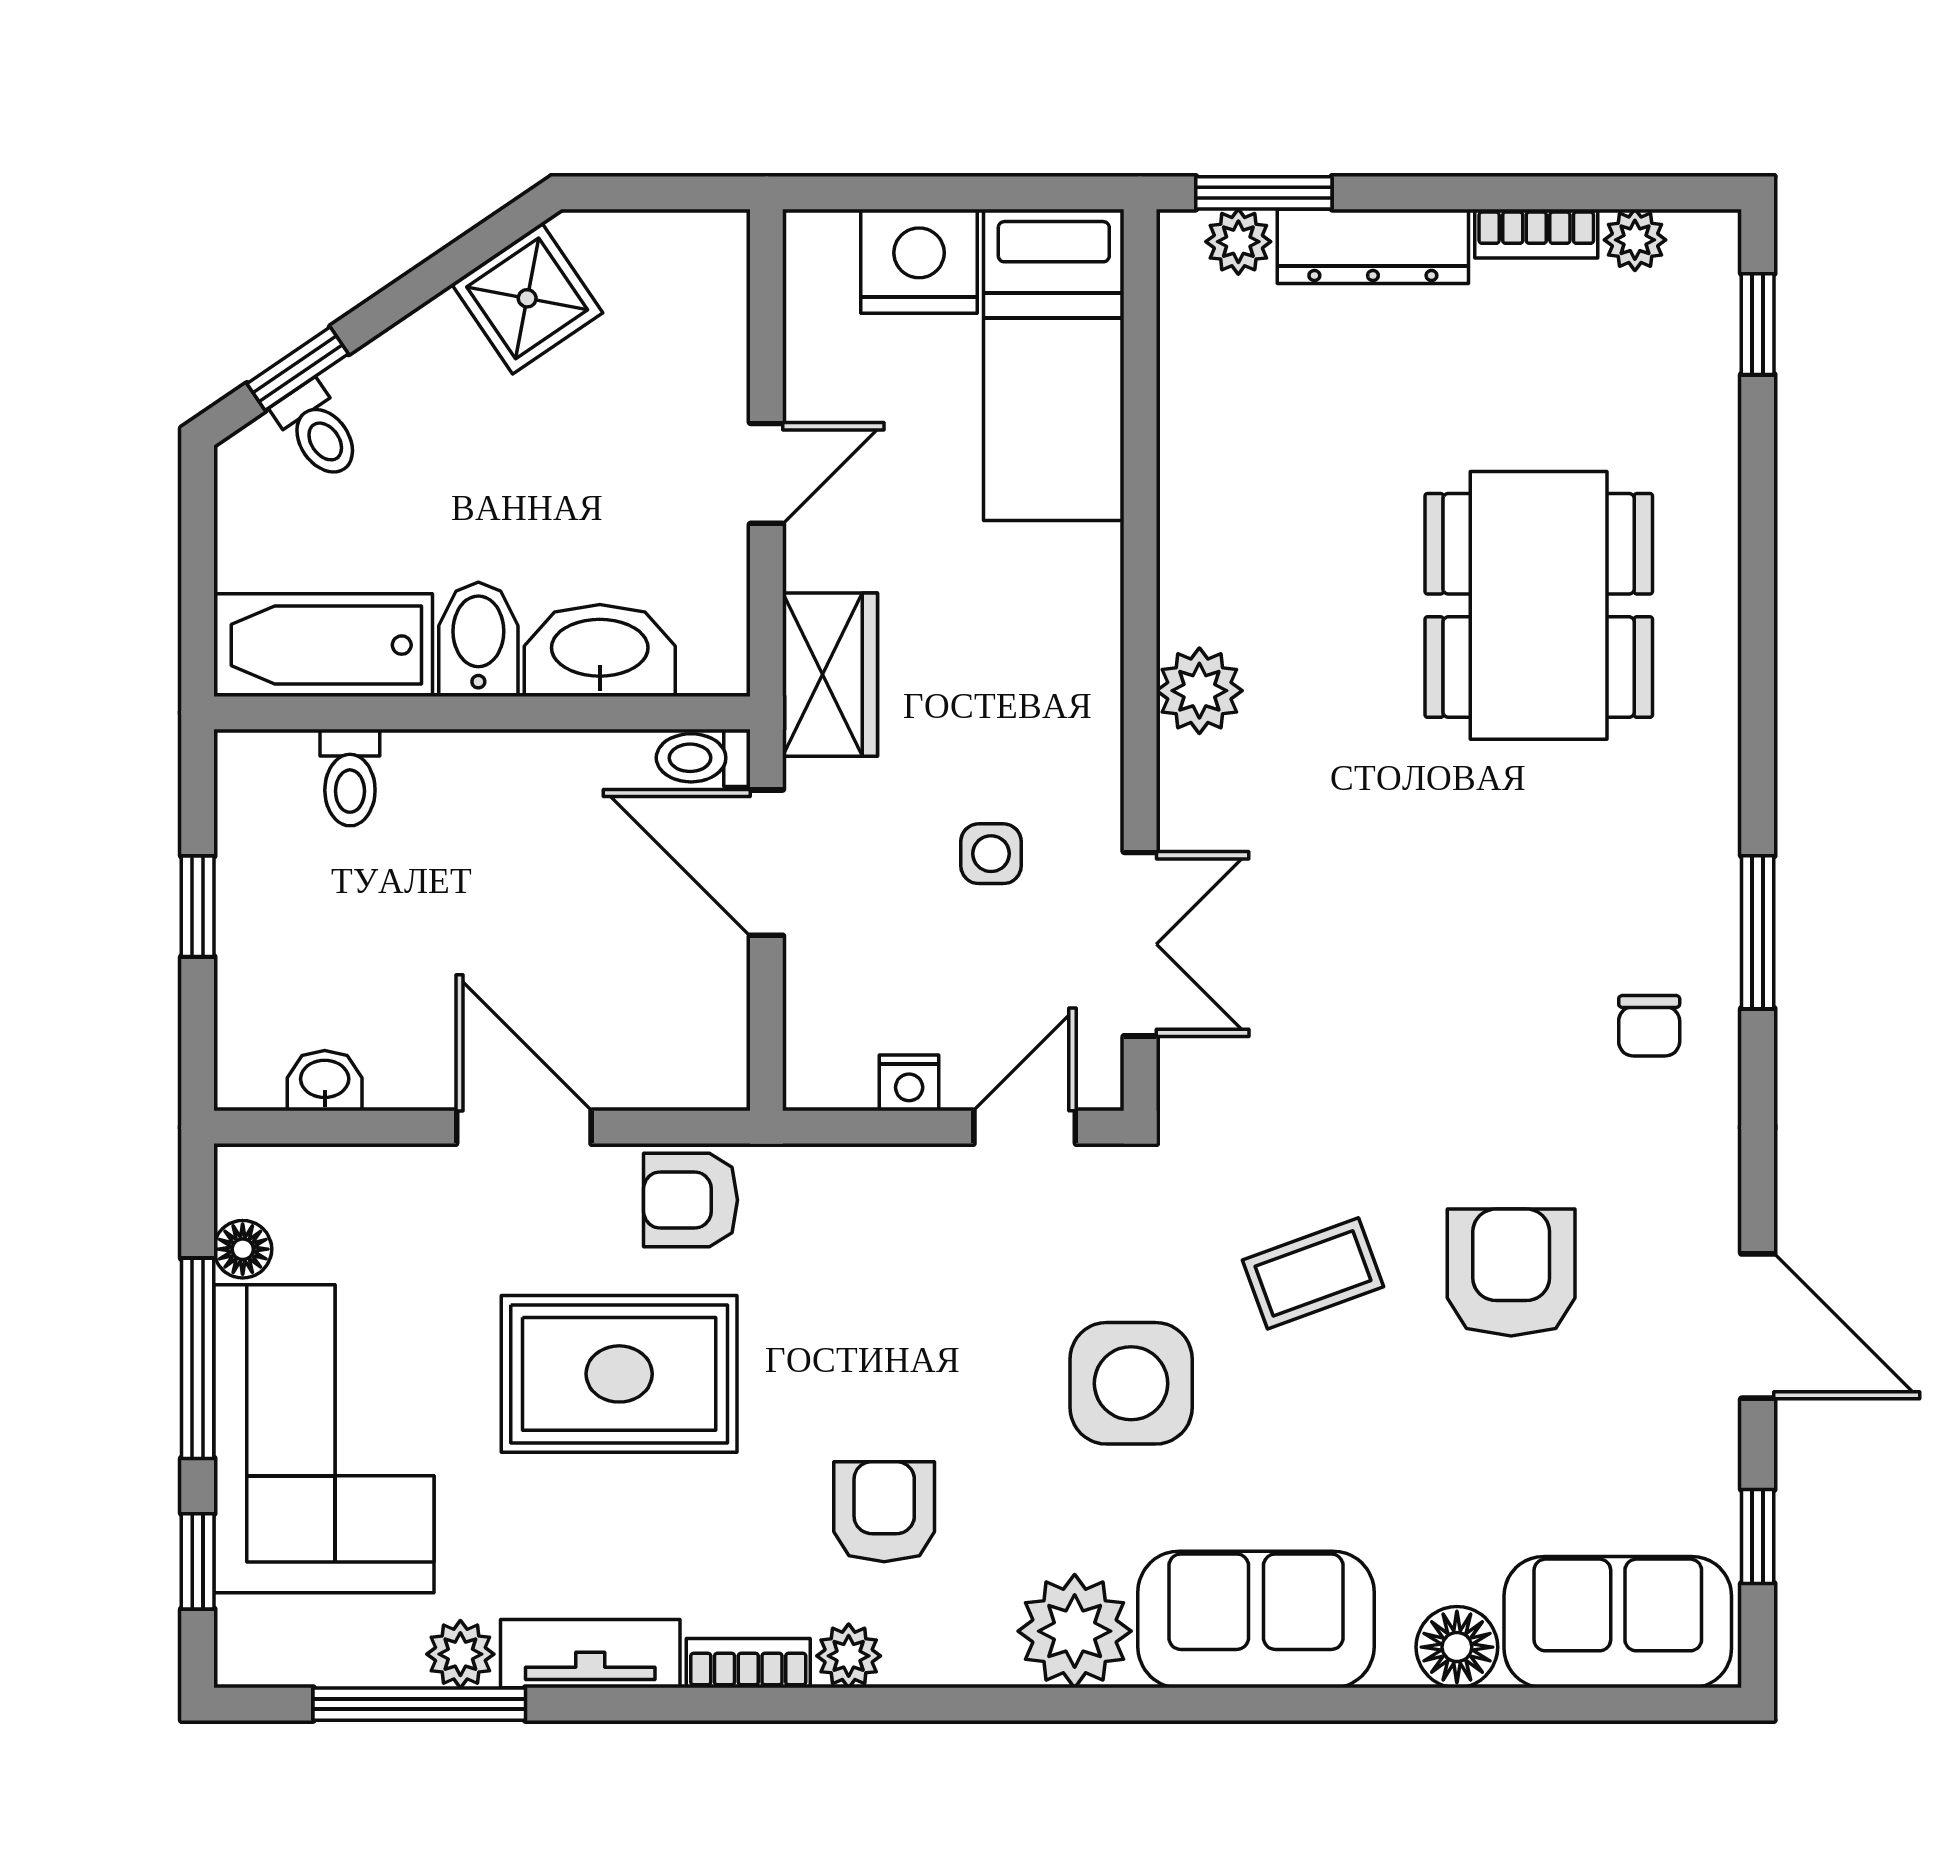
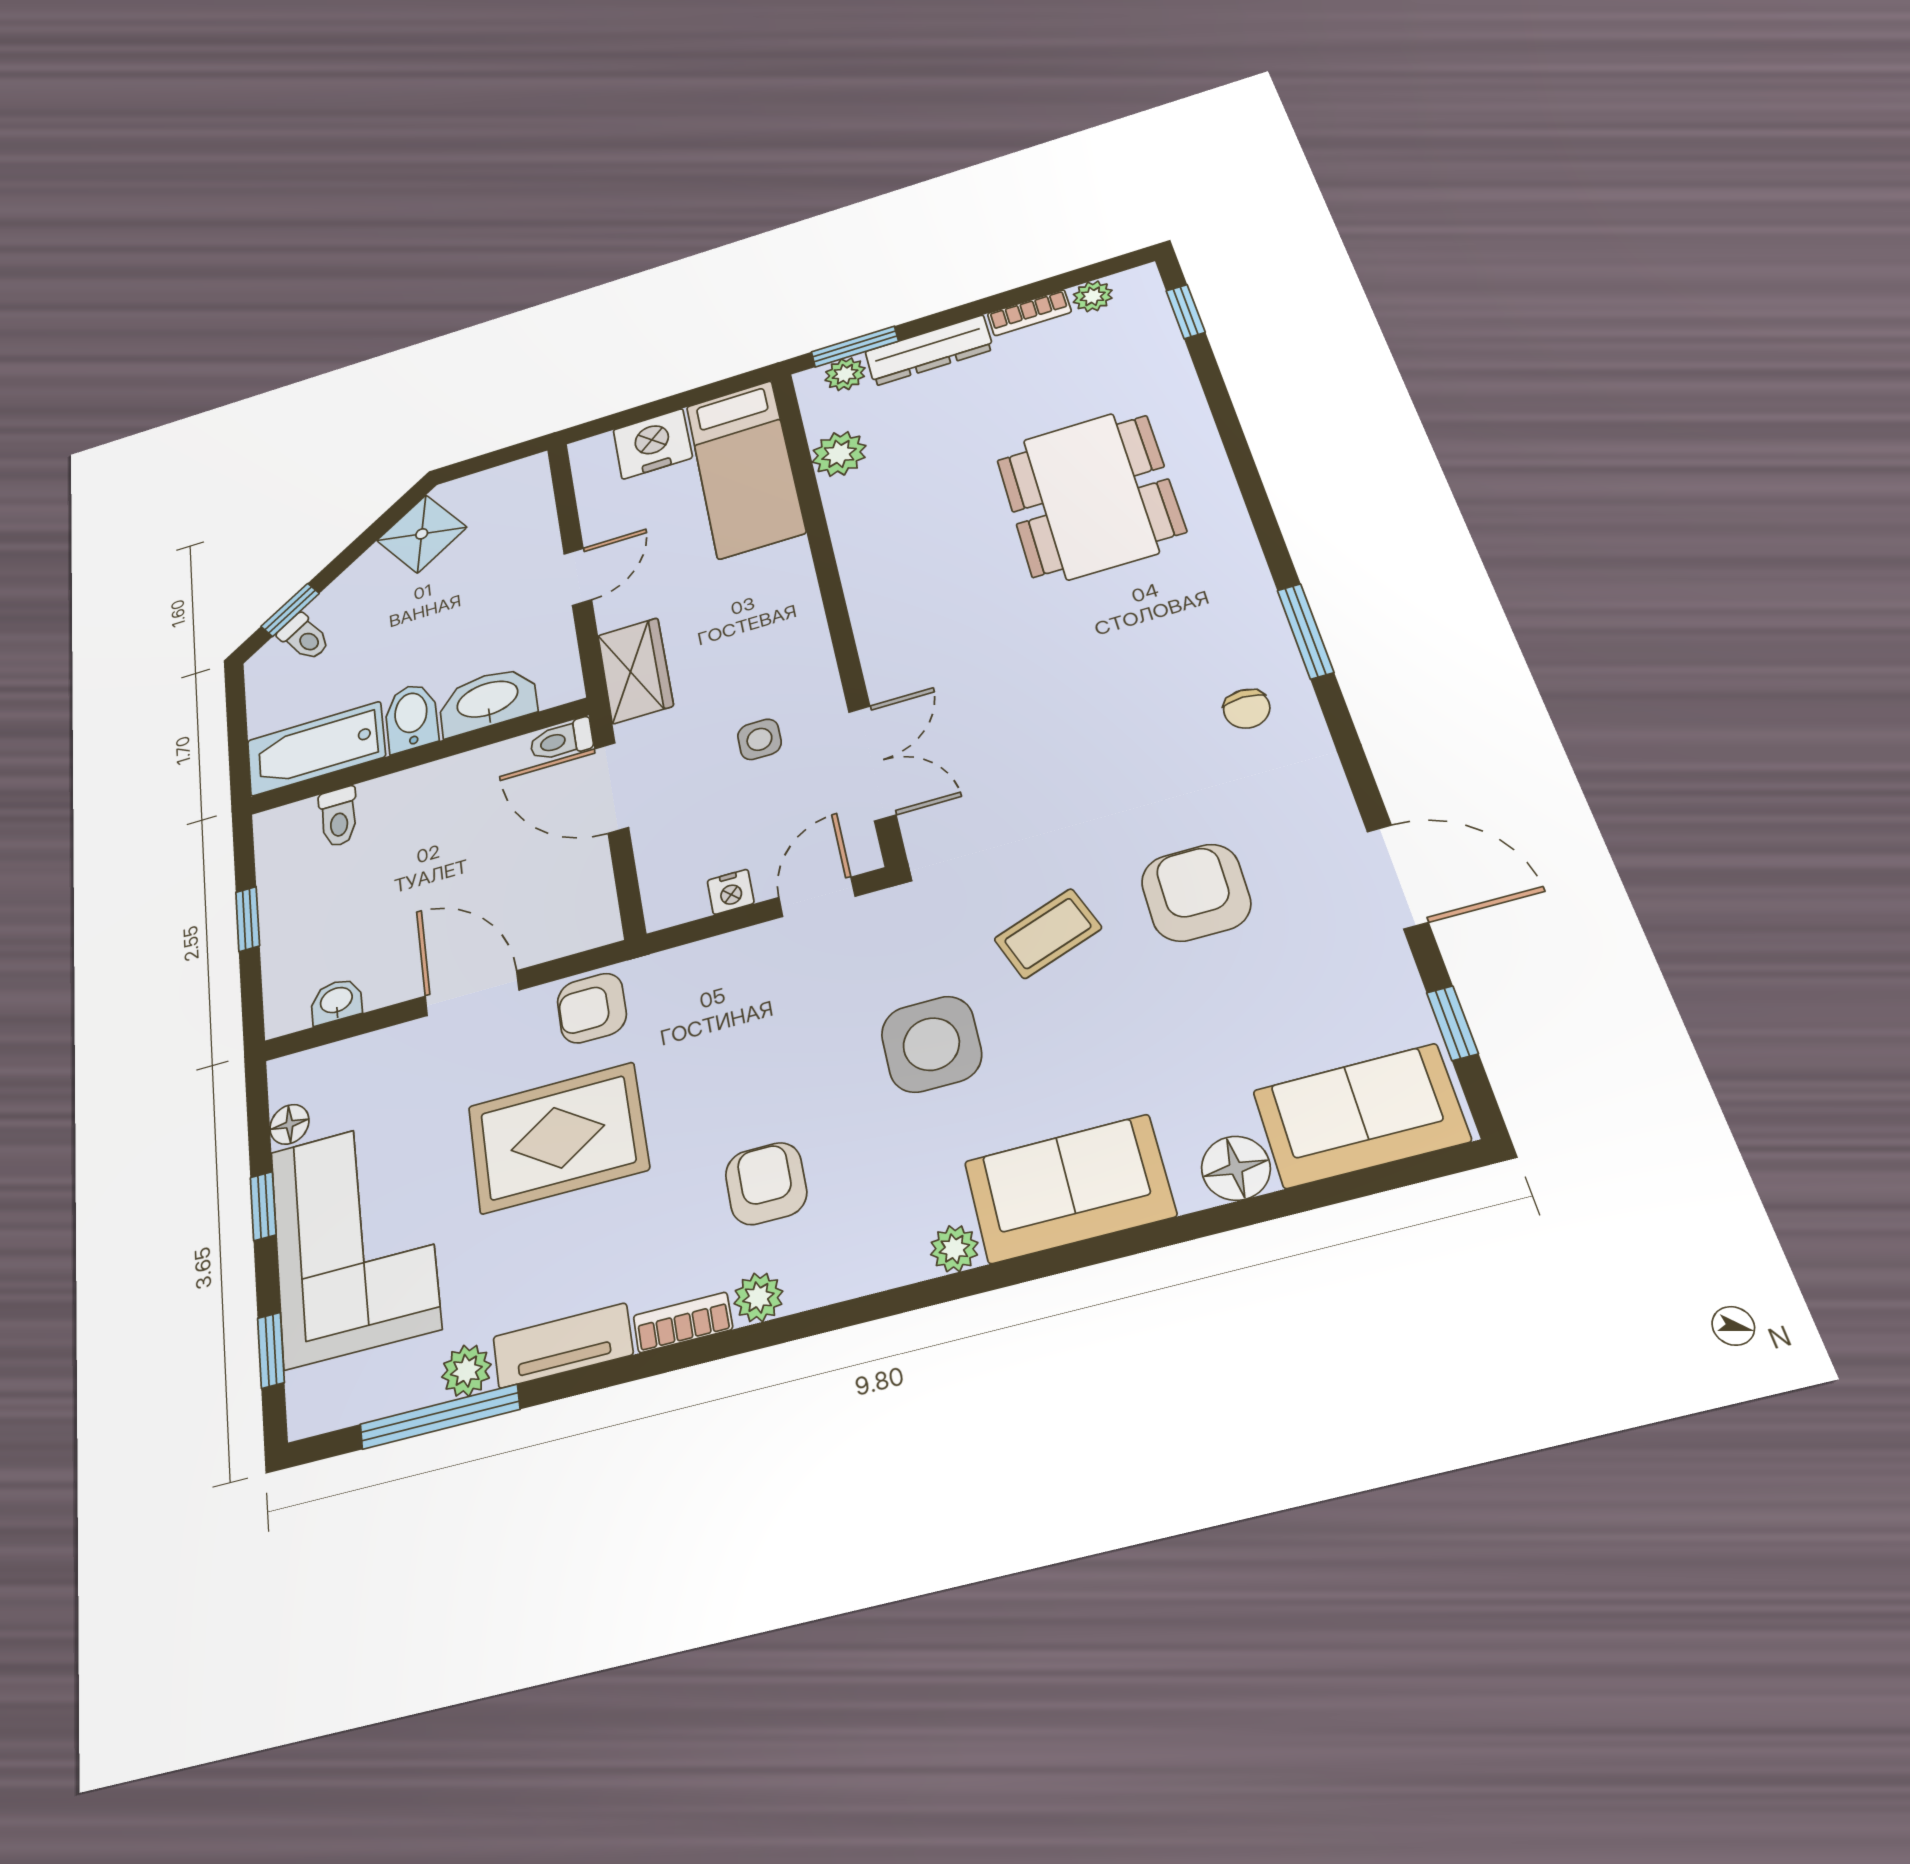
plant: (1199, 691) -> (839, 454), moved
window: (198, 1358) -> (263, 1206), width x0.46
plant: (1075, 1631) -> (954, 1249), width x0.53, depth x0.53

